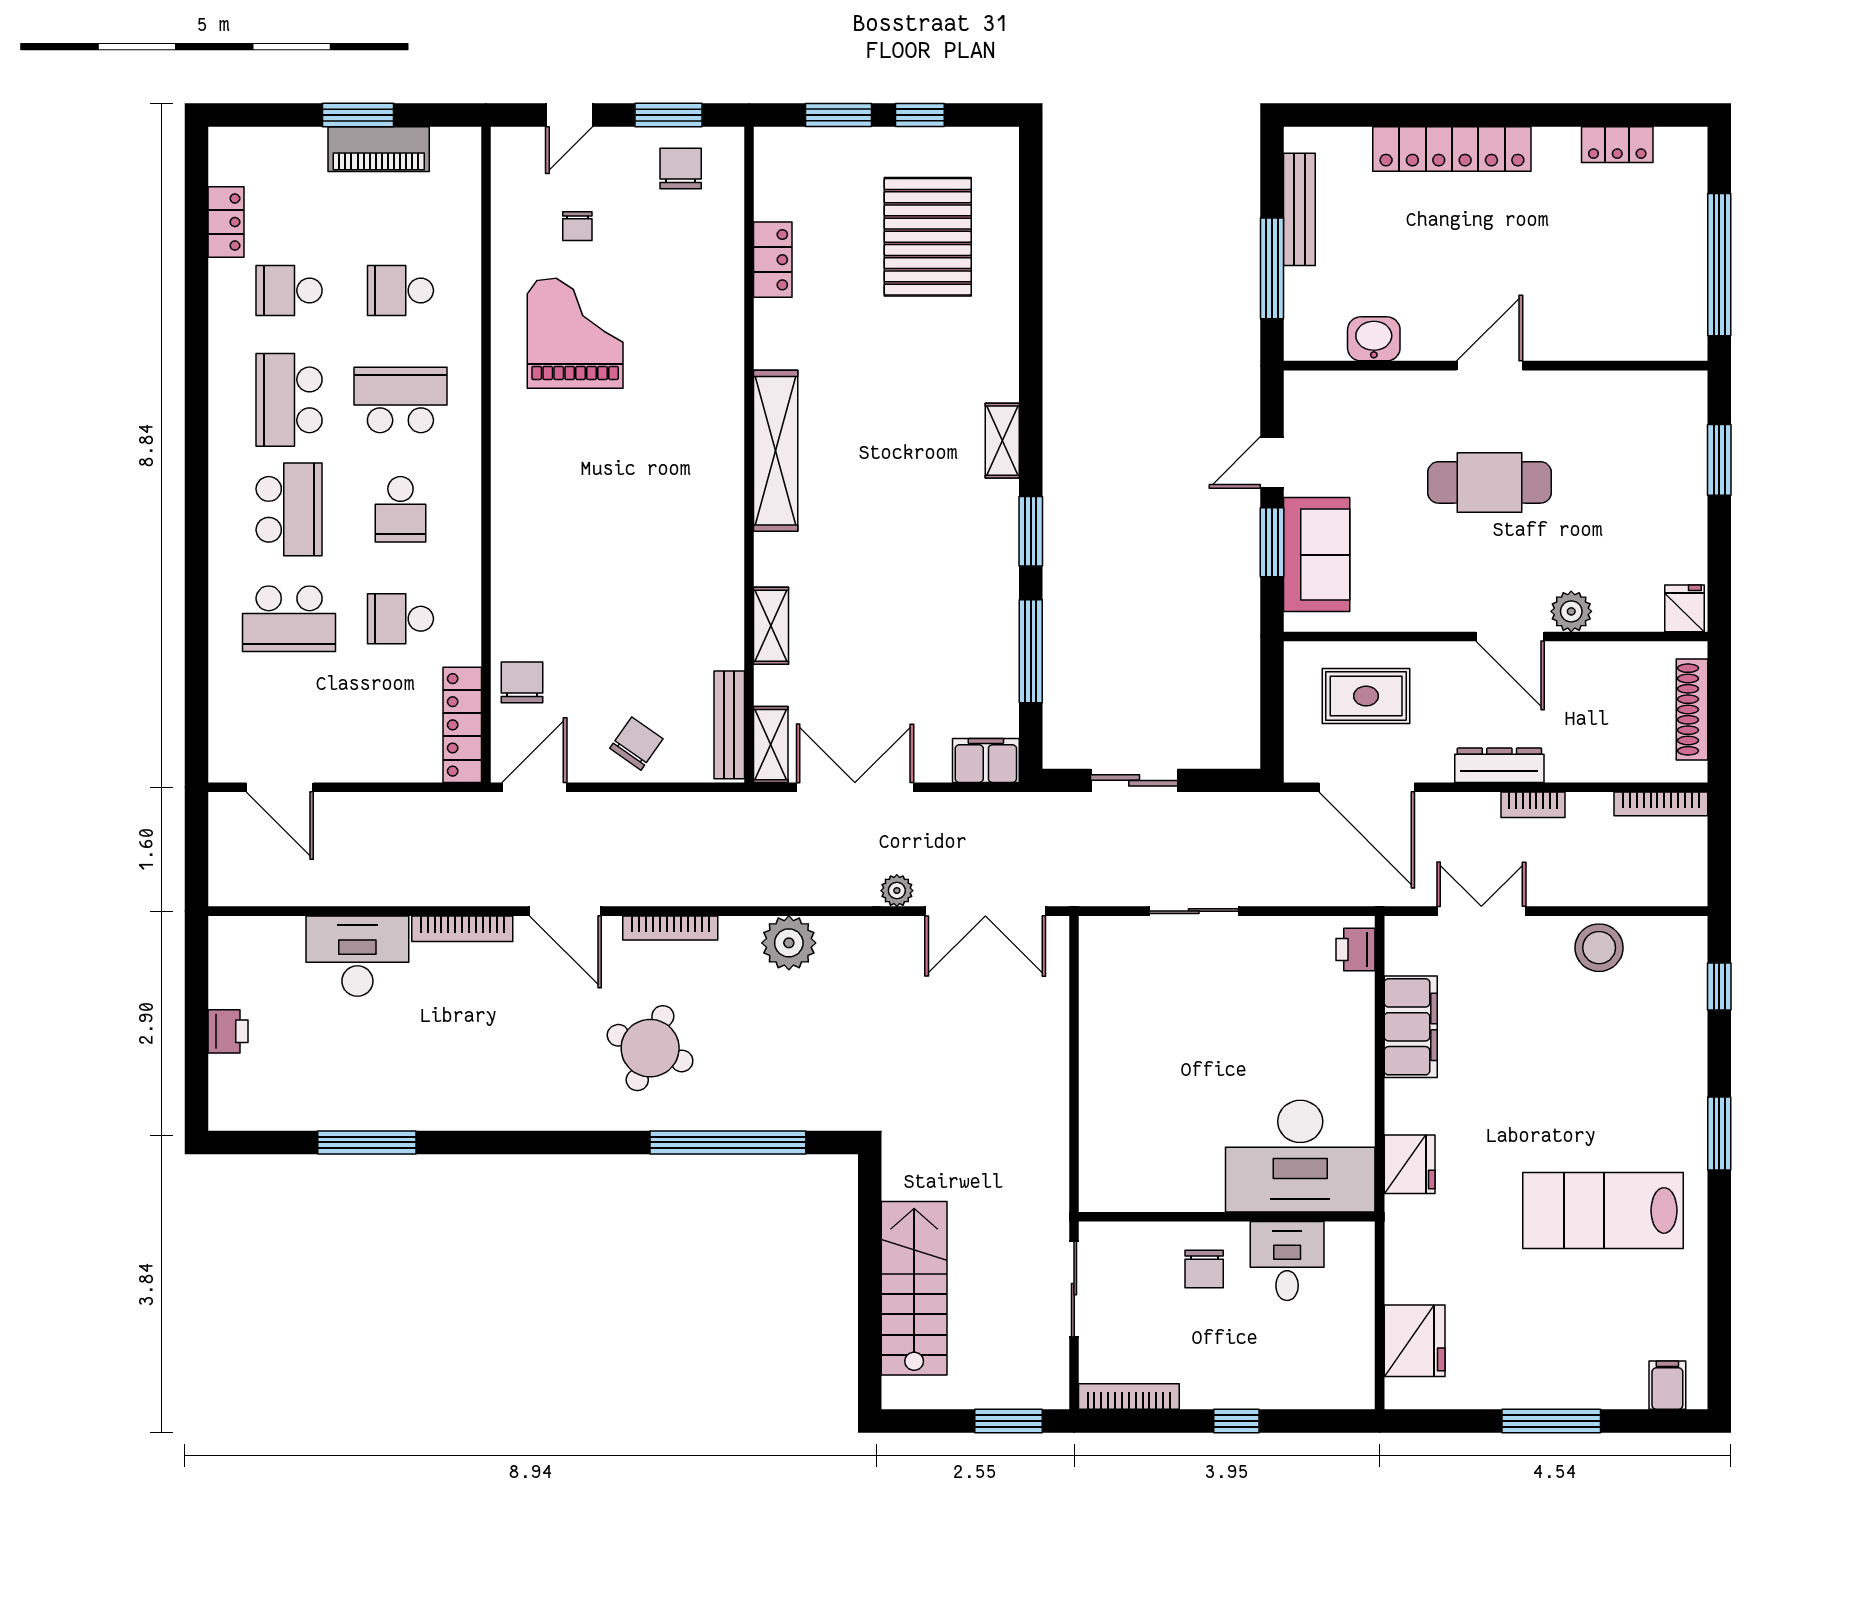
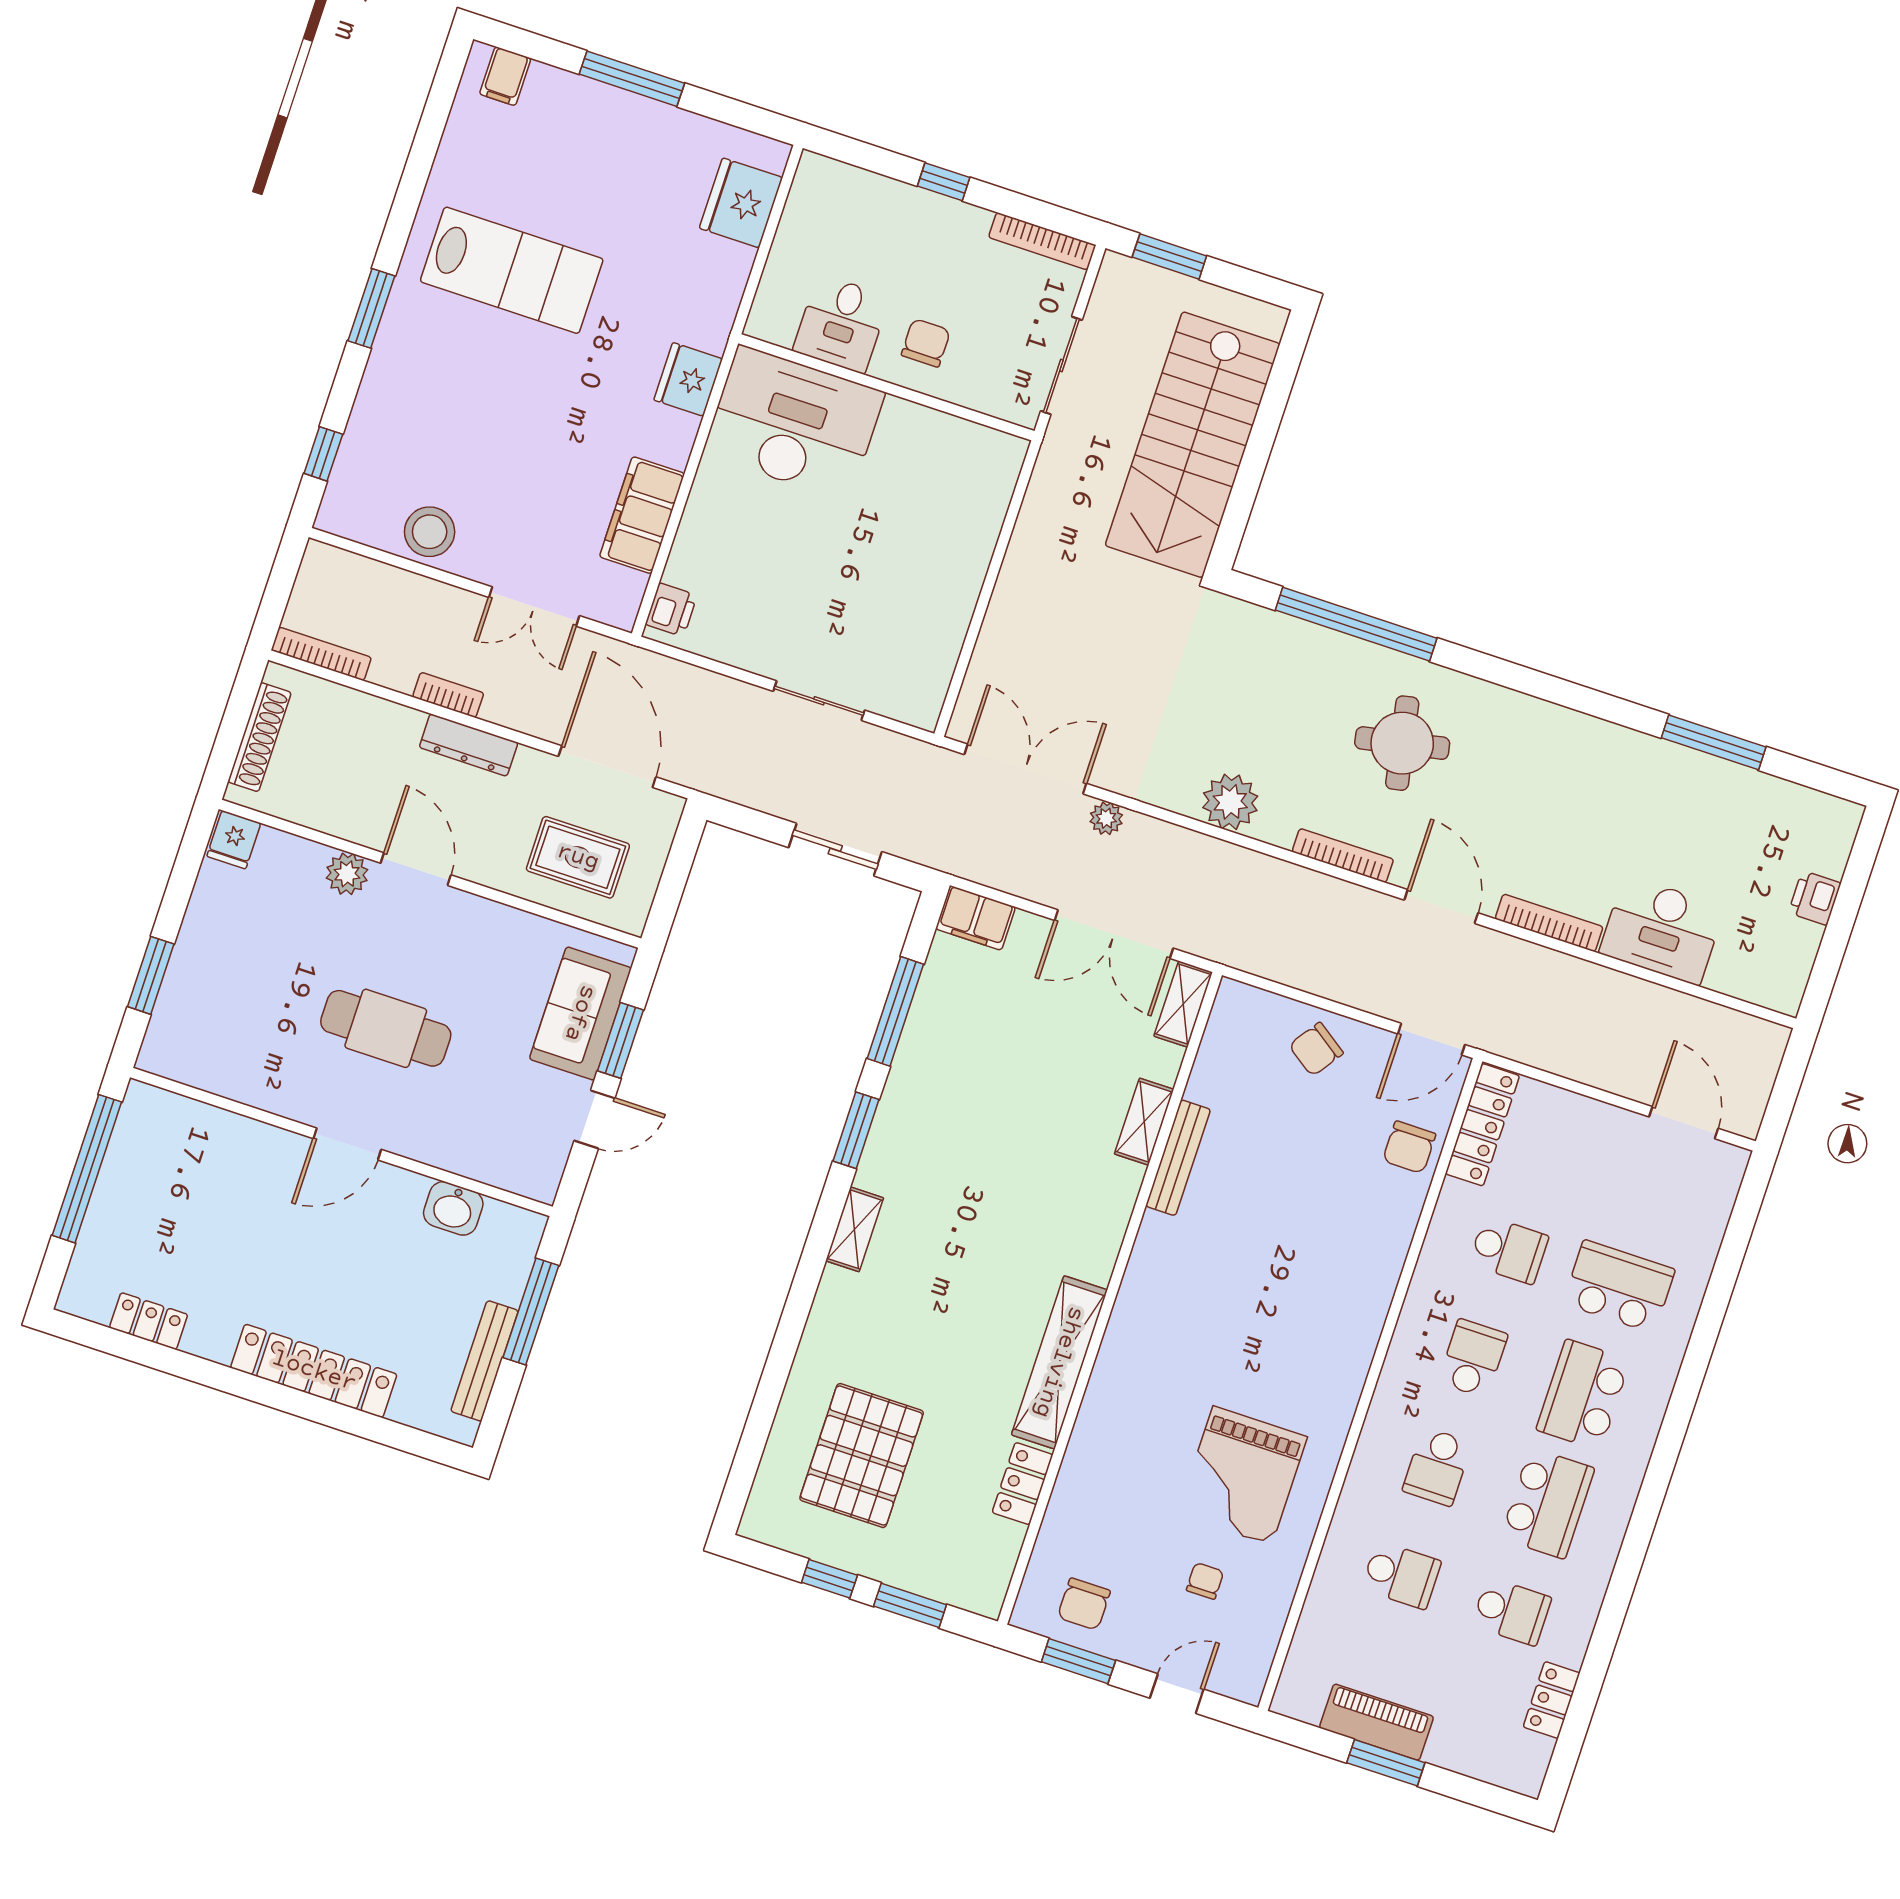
school desk: (400, 400) -> (1437, 1467), width x0.54
shelving: (776, 451) -> (1059, 1362), moved
bench: (729, 725) -> (1178, 1158), moved
round table: (650, 1048) -> (1402, 743), turned -33
stairs: (914, 1288) -> (1193, 445), width x1.36, depth x1.51

